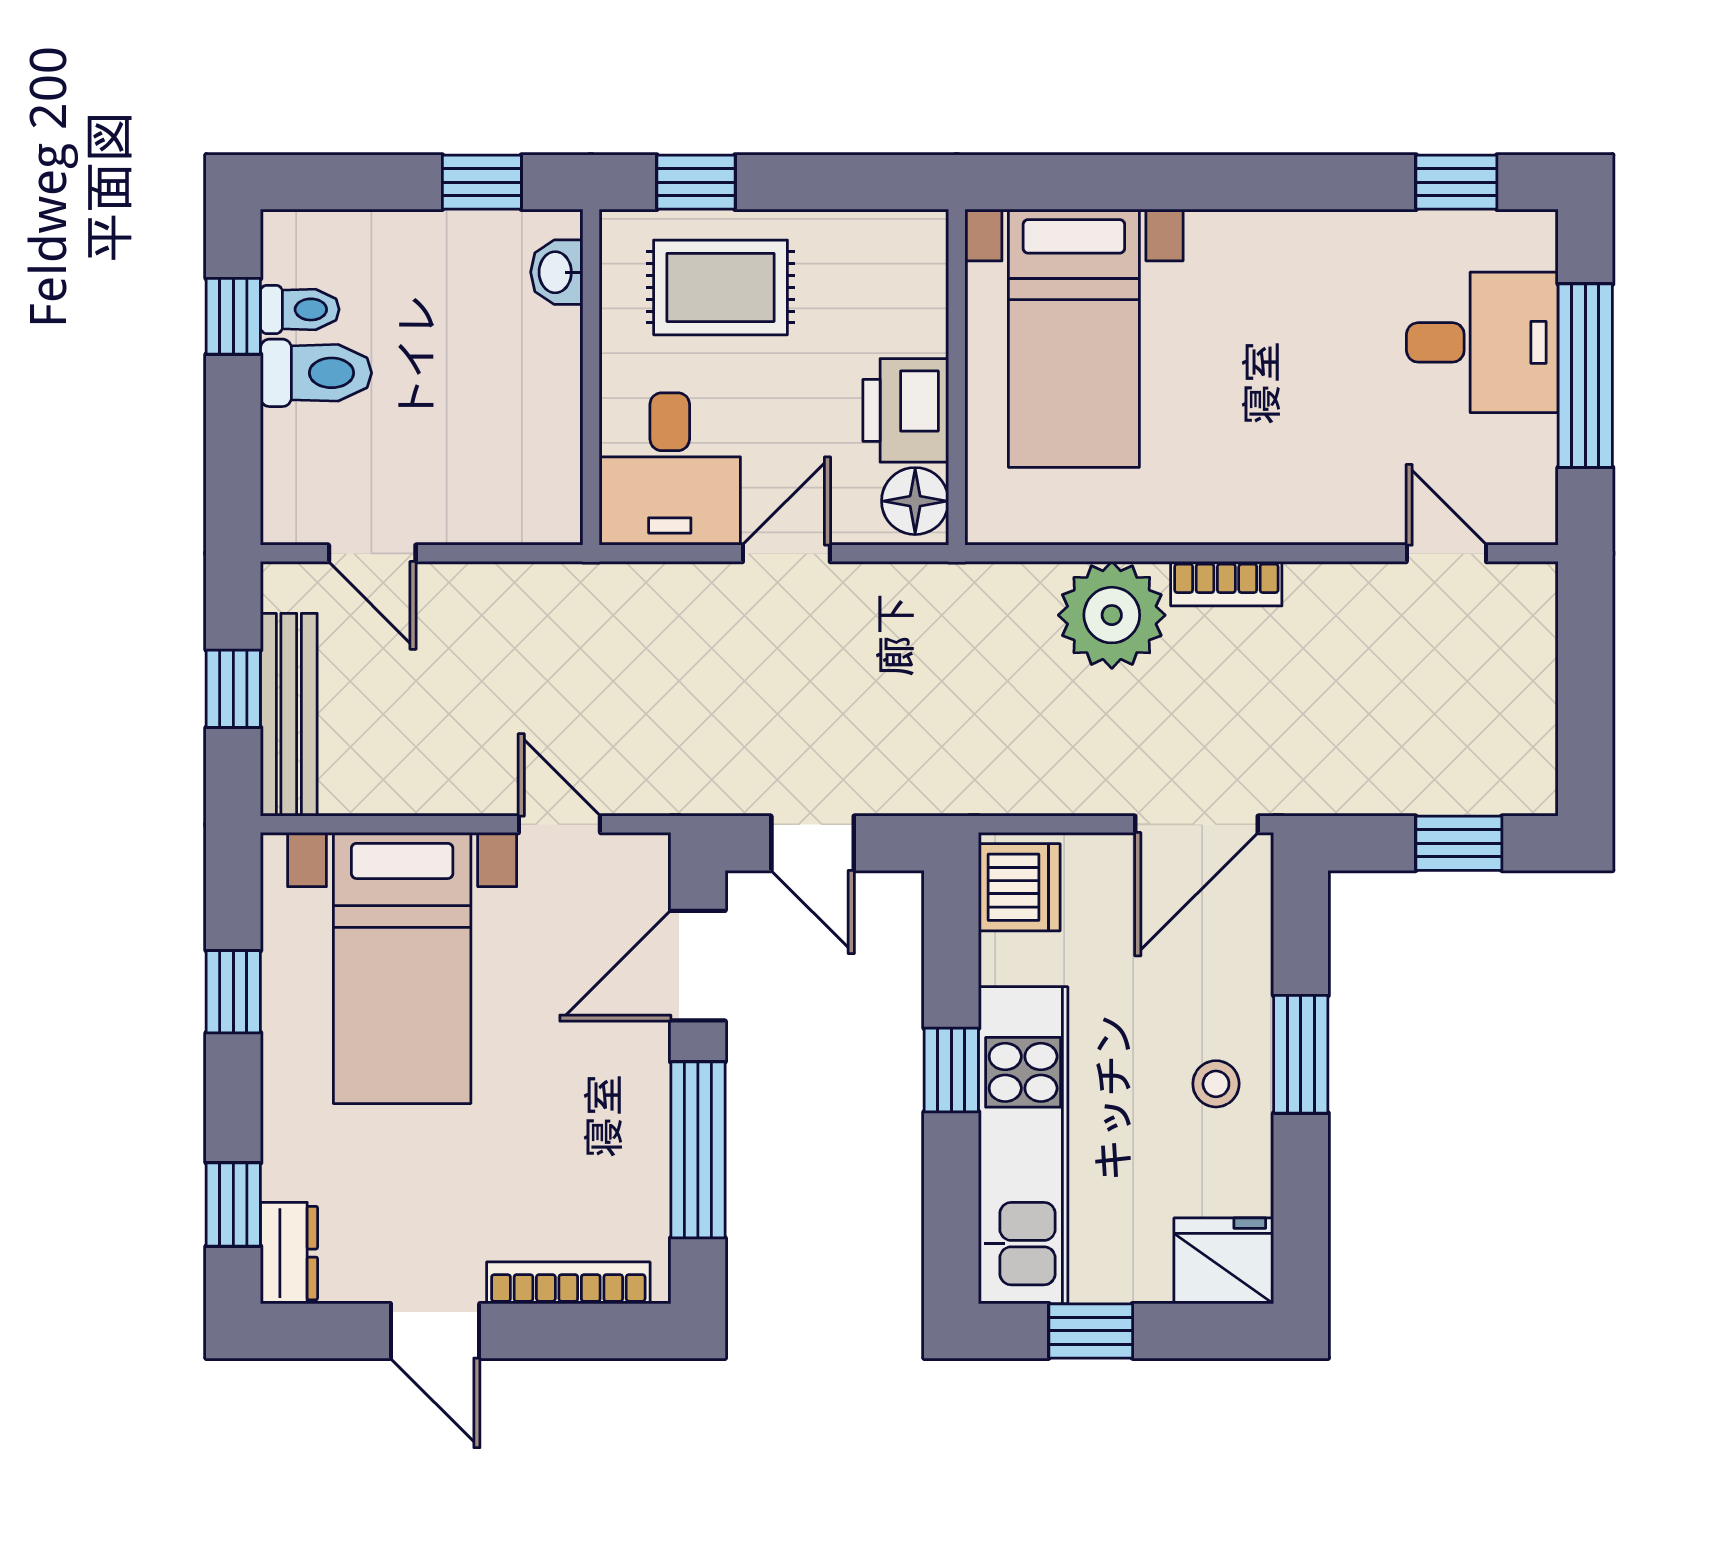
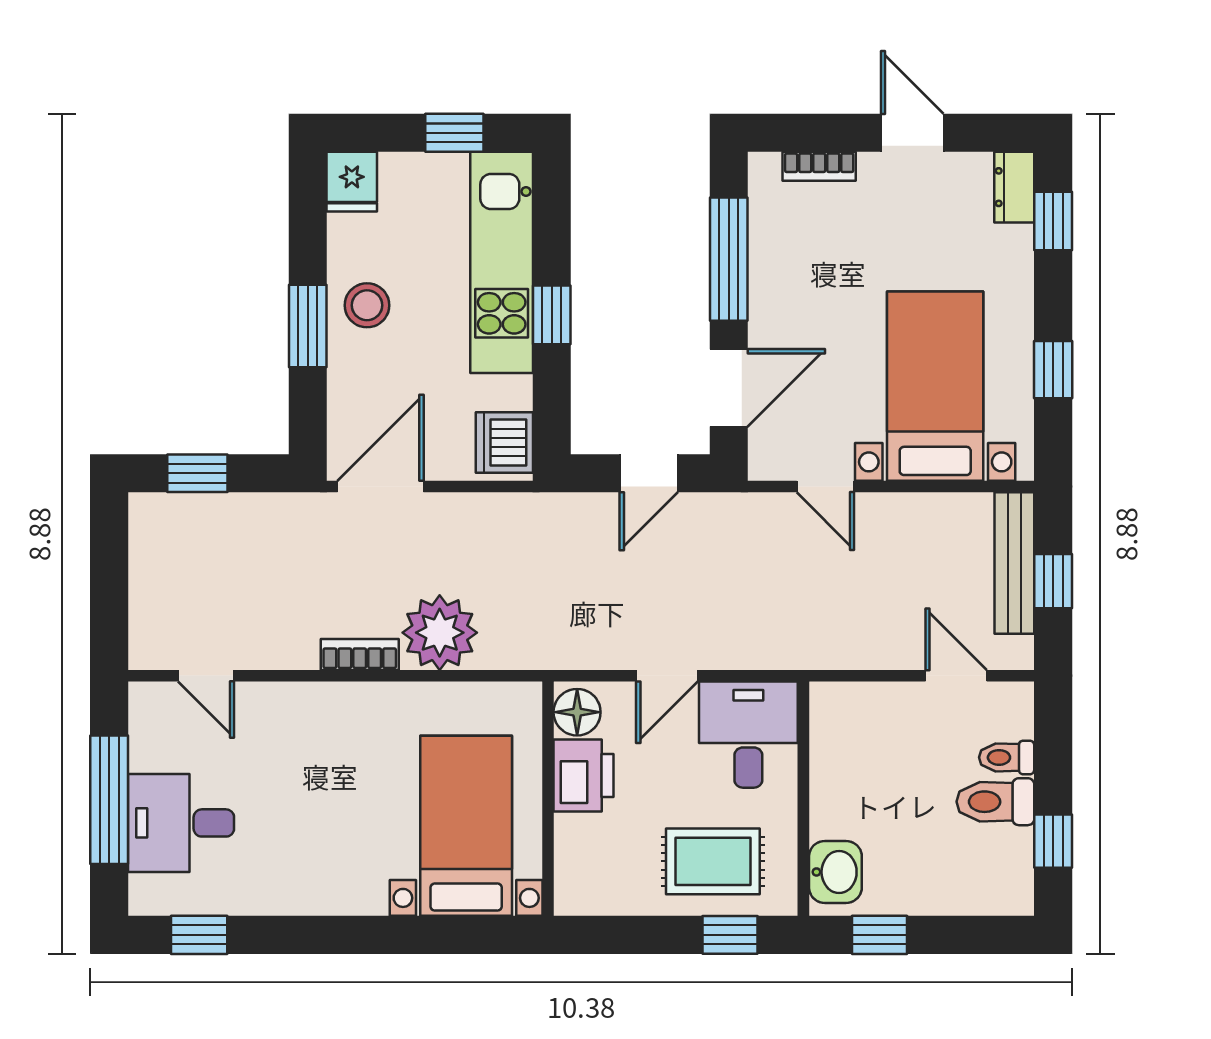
washbasin: (557, 272) -> (835, 872), width x1.38, depth x1.45
toilet: (300, 309) -> (1007, 757), moved
door: (813, 843) -> (649, 473), swing flipped
stool: (1216, 1084) -> (367, 305), width x1.37, depth x1.37
fridge: (1224, 1261) -> (352, 182), width x0.72
bookcase: (568, 1283) -> (819, 166), width x0.64

